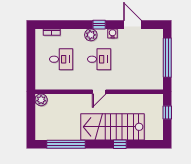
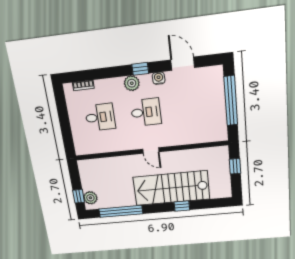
door: (99, 92) -> (151, 151), hinge flipped
plant: (41, 100) -> (90, 198), moved
window: (31, 127) -> (79, 196), added

